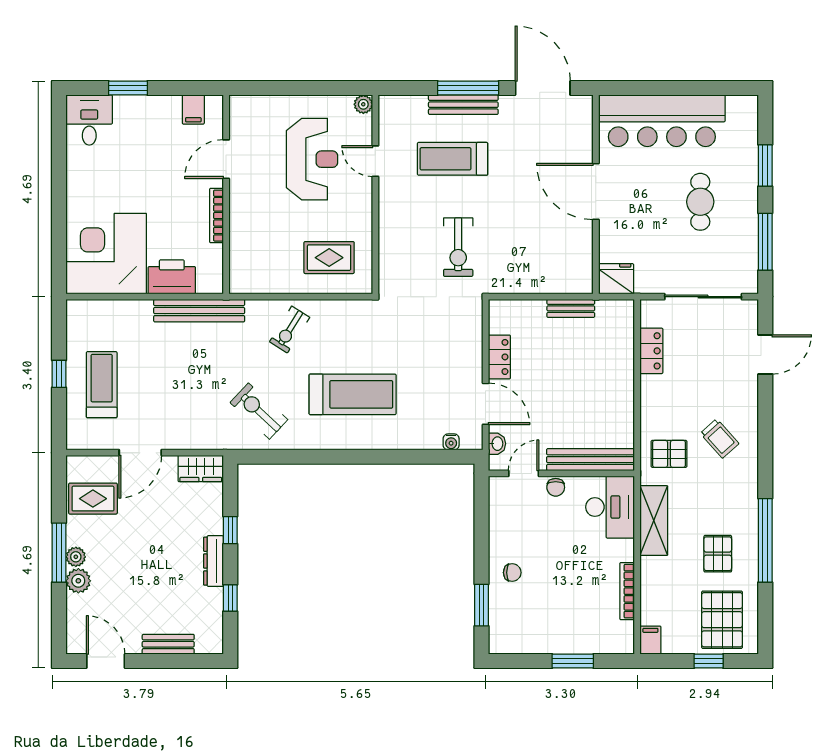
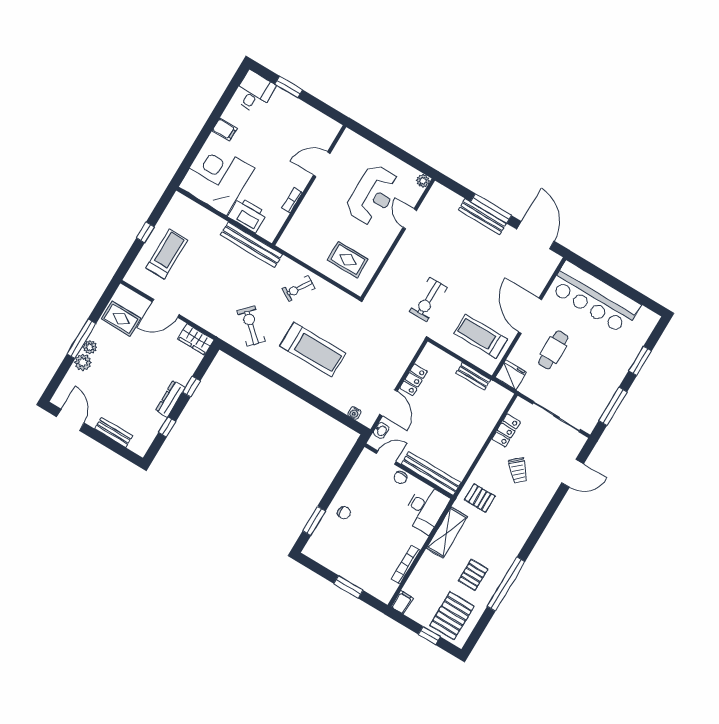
filing cabinet: (193, 110) -> (225, 130), moved, turned -90
treadmill: (453, 159) -> (481, 336), moved
cafe table: (700, 202) -> (553, 350), moved
bookcase: (217, 216) -> (292, 200), width x0.64
trolley: (720, 438) -> (518, 470), moved

